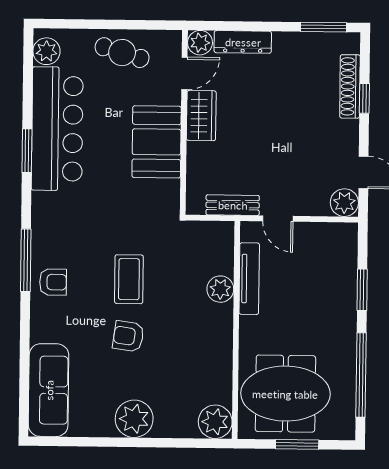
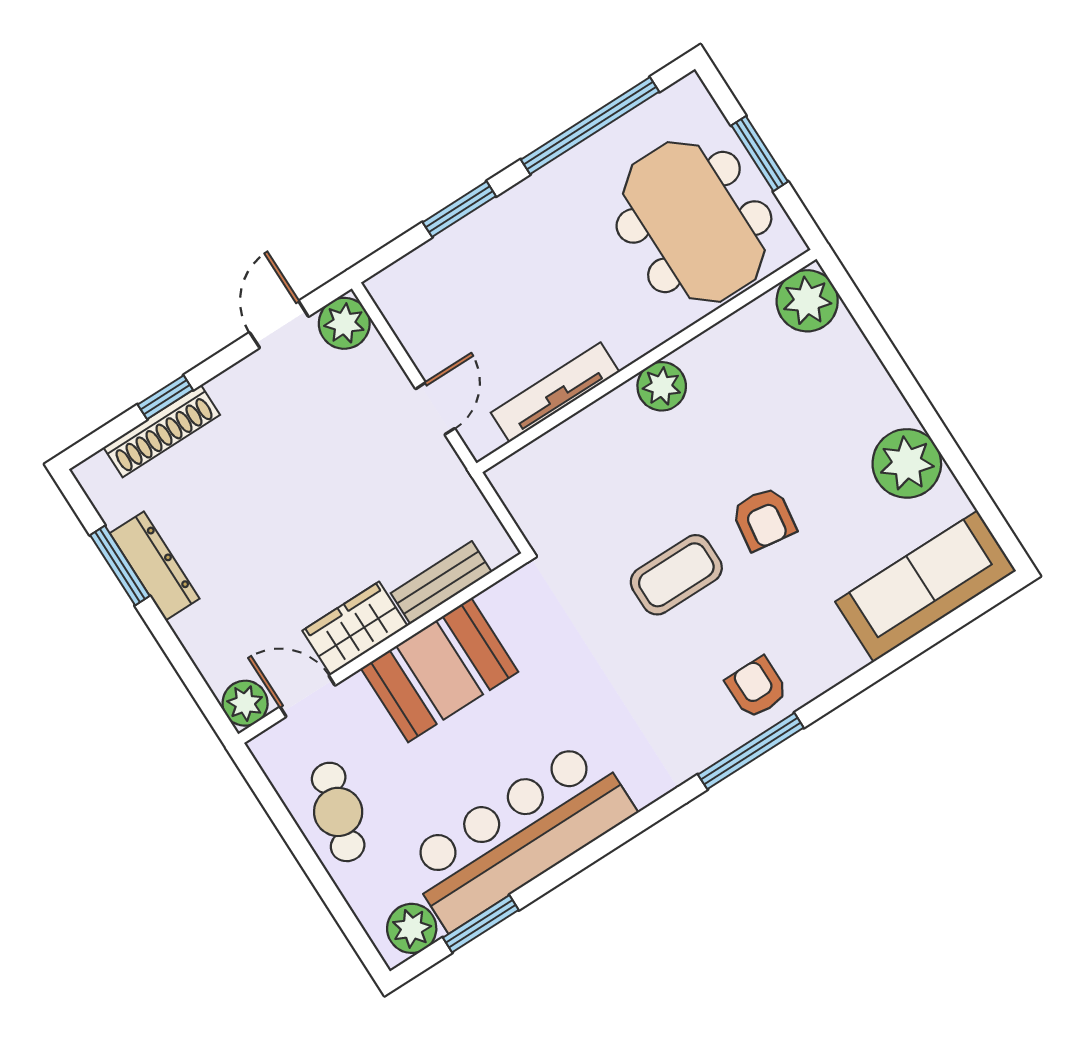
window: (324, 27) -> (120, 566), moved
dresser: (243, 42) -> (155, 566), moved
window: (27, 151) -> (481, 924), moved
bench: (233, 205) -> (441, 583), moved, turned 90
plant: (220, 289) -> (662, 386), moved
plant: (134, 419) -> (907, 463), moved

